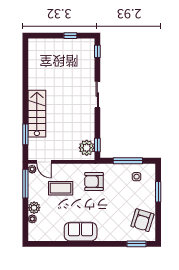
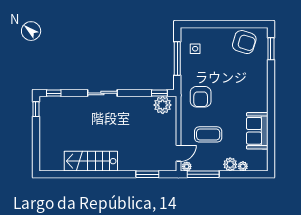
window: (70, 36) -> (36, 109), moved
stairs: (37, 114) -> (91, 161), moved
coffee table: (61, 188) -> (208, 134), turned 90
window: (158, 192) -> (212, 24), removed
sofa: (81, 232) -> (257, 131), moved

